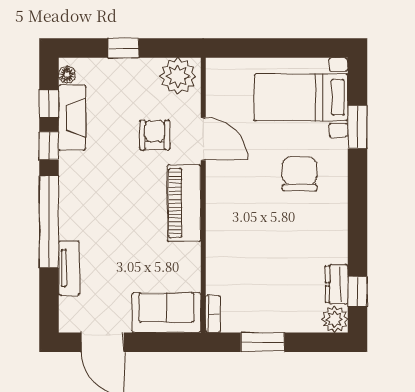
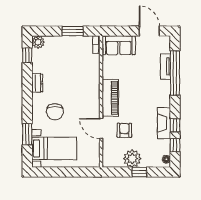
plant: (178, 76) -> (132, 159), moved
fireplace: (72, 118) -> (164, 123), moved
armchair: (155, 135) -> (124, 130), turned 180
window: (49, 222) -> (175, 73), moved
dresser: (337, 284) -> (37, 83), moved

